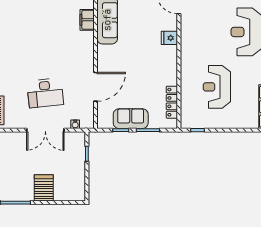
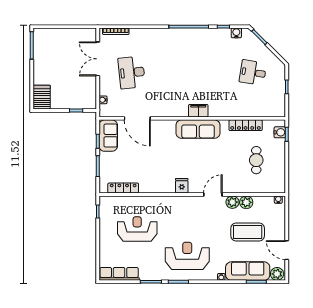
sofa: (131, 119) -> (108, 136), moved
double door: (45, 130) -> (98, 59), moved
server rack: (44, 188) -> (42, 97), moved, turned -90

